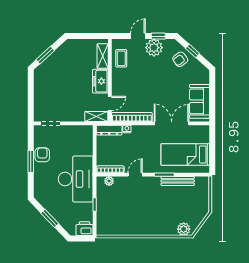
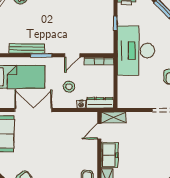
bookcase: (132, 117) -> (76, 117), removed
double door: (172, 123) -> (33, 110), swing flipped
stool: (138, 145) -> (69, 87), added
plant: (109, 181) -> (100, 48), removed

